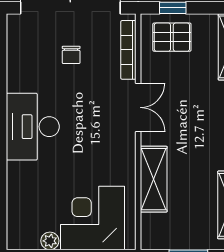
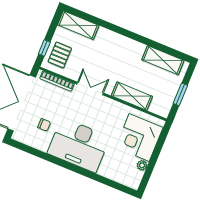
chair: (71, 55) -> (44, 125), moved
desk: (33, 127) -> (79, 145), width x1.36, depth x1.30

